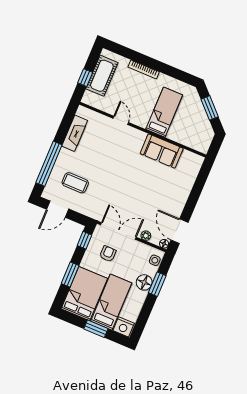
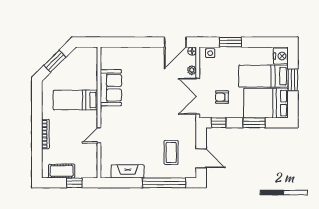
cot: (102, 76) -> (62, 171), width x0.73, depth x0.75
floor lamp: (144, 282) -> (234, 54), removed

